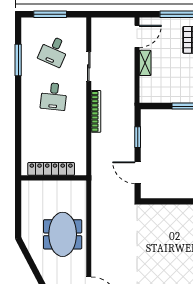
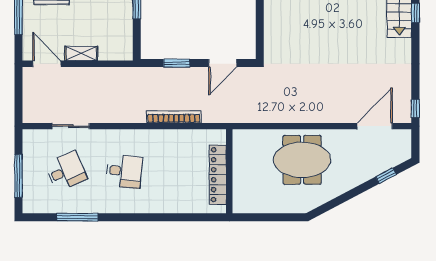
desk: (54, 51) -> (66, 171), turned -48
sliding door: (89, 66) -> (71, 126), moved
bookcase: (96, 111) -> (174, 117), moved

